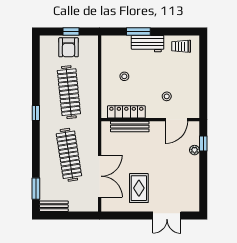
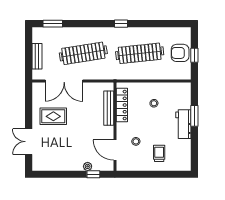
trolley: (181, 46) -> (159, 153), moved
bench: (54, 206) -> (37, 56), moved

